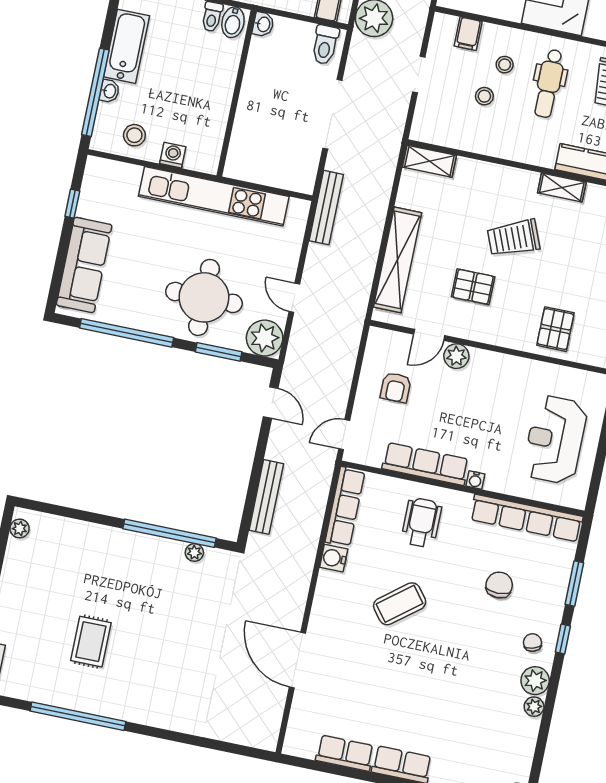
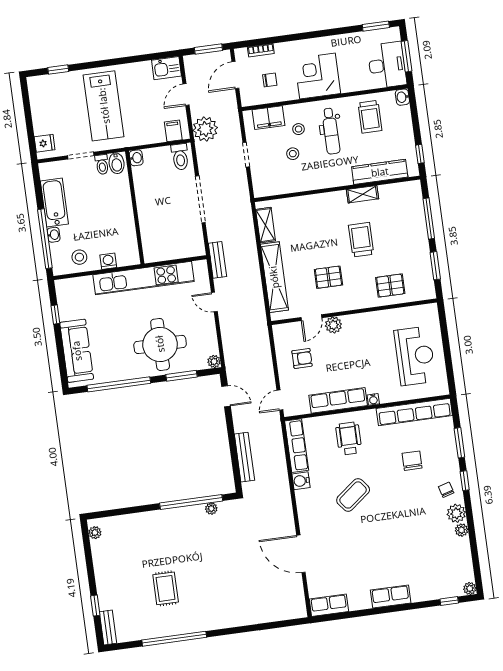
filing cabinet: (468, 34) -> (268, 118), width x2.00
shelving: (429, 161) -> (266, 225), moved, turned 90
bench: (326, 208) -> (217, 260), width x0.73
trolley: (513, 238) -> (361, 240), moved, turned 112
door: (294, 298) -> (214, 302), moved
pallet: (555, 329) -> (390, 286), turned 90
plant: (265, 338) -> (214, 361), width x0.53, depth x0.53
armchair: (396, 387) -> (302, 358), turned -90
reception desk: (555, 440) -> (415, 356), turned 180
row of seats: (345, 753) -> (329, 605), moved

